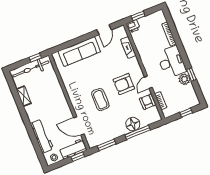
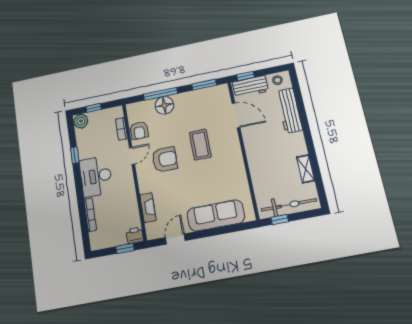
plant: (184, 79) -> (81, 121), moved

